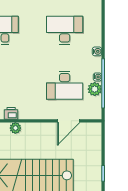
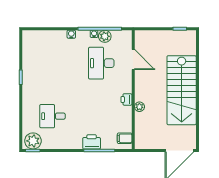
desk: (65, 30) -> (52, 63), removed
desk: (65, 85) -> (101, 63), turned 180
printer: (11, 113) -> (126, 99), moved

